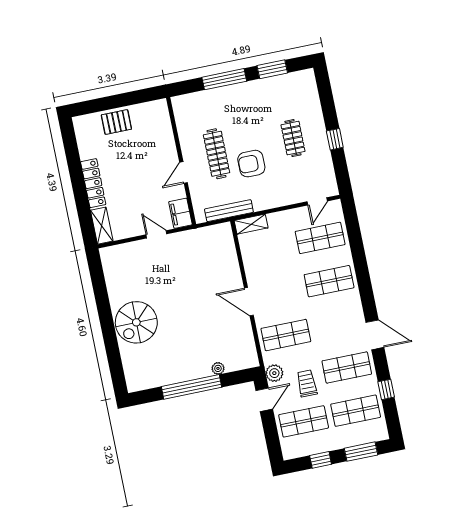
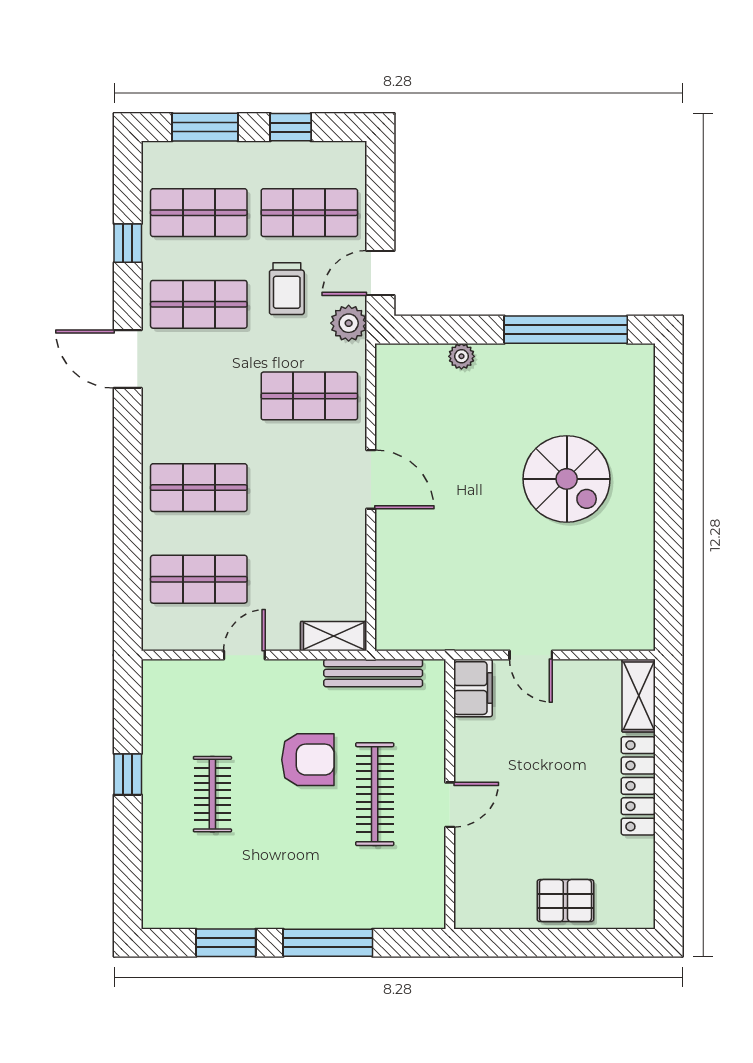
door: (184, 173) -> (450, 805), moved
door: (317, 201) -> (244, 655), moved
spiral stairs: (136, 322) -> (567, 479), moved, turned 90
window: (192, 387) -> (566, 330), moved

